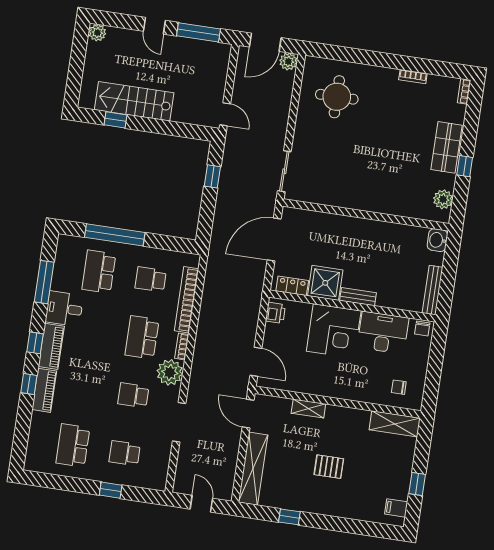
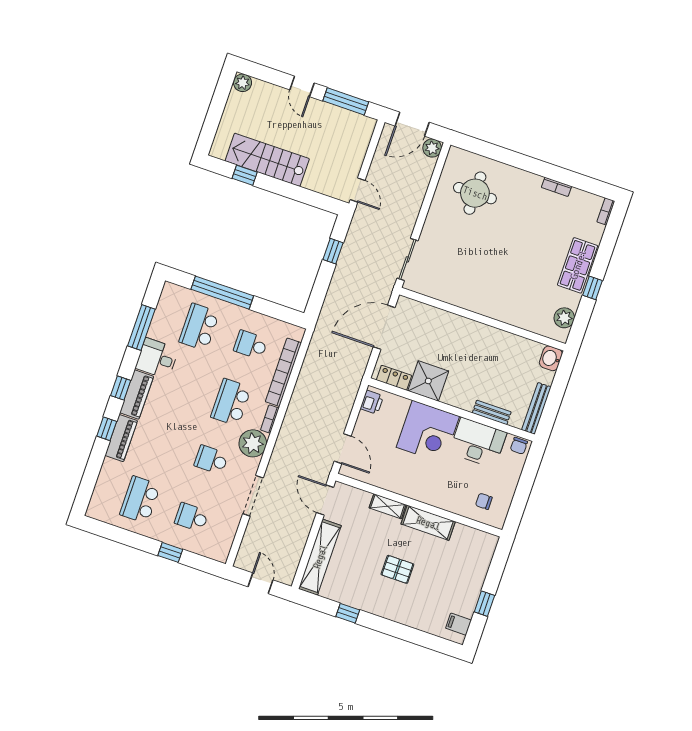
bench: (358, 297) -> (492, 412), moved
shelving: (395, 424) -> (428, 523), moved

